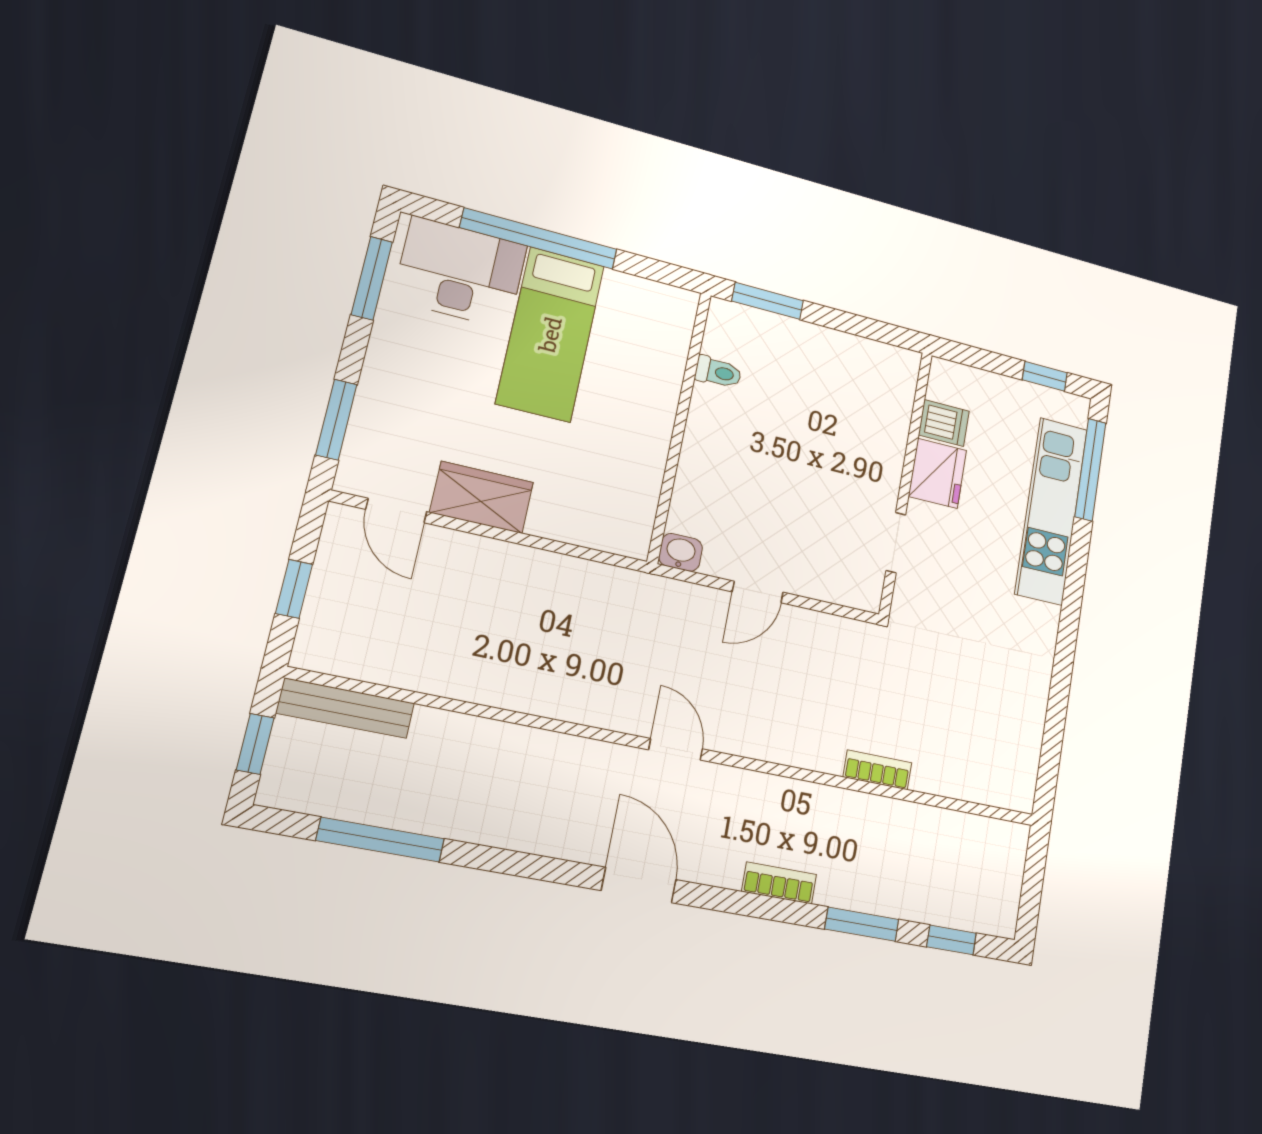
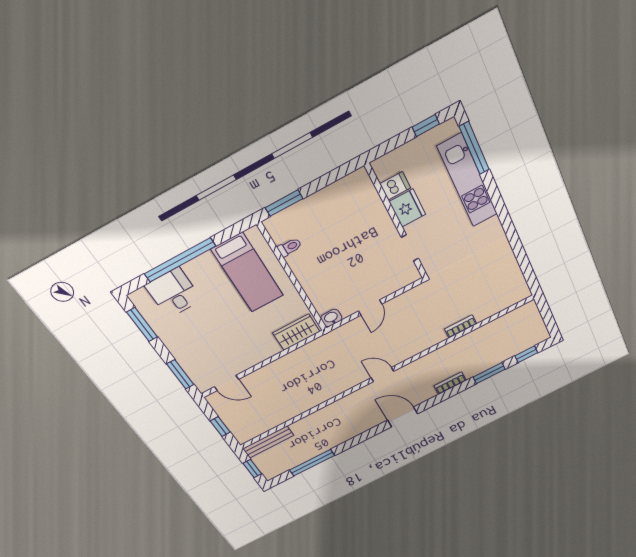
desk: (460, 272) -> (174, 293), width x0.73
bed: (550, 334) -> (247, 273), moved
wardrobe: (482, 497) -> (296, 332), moved

